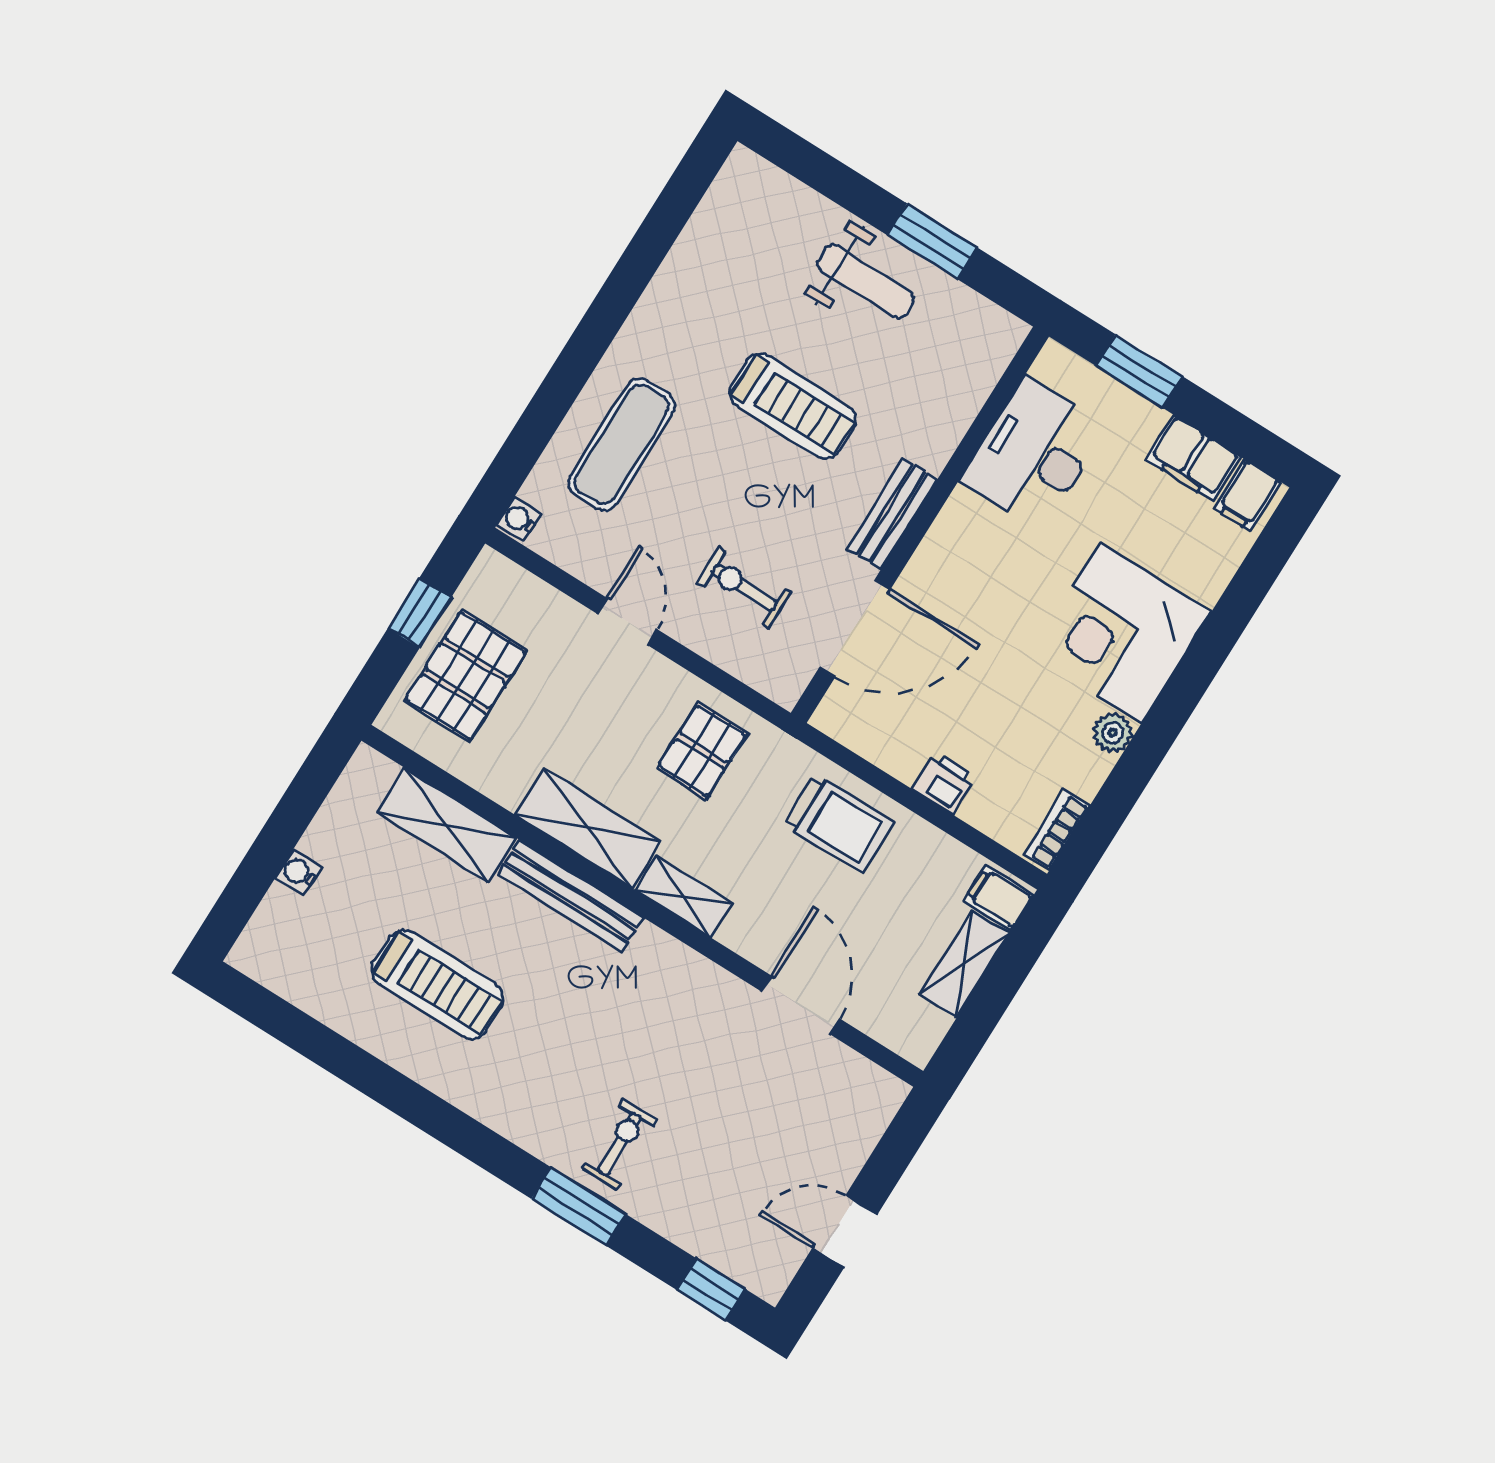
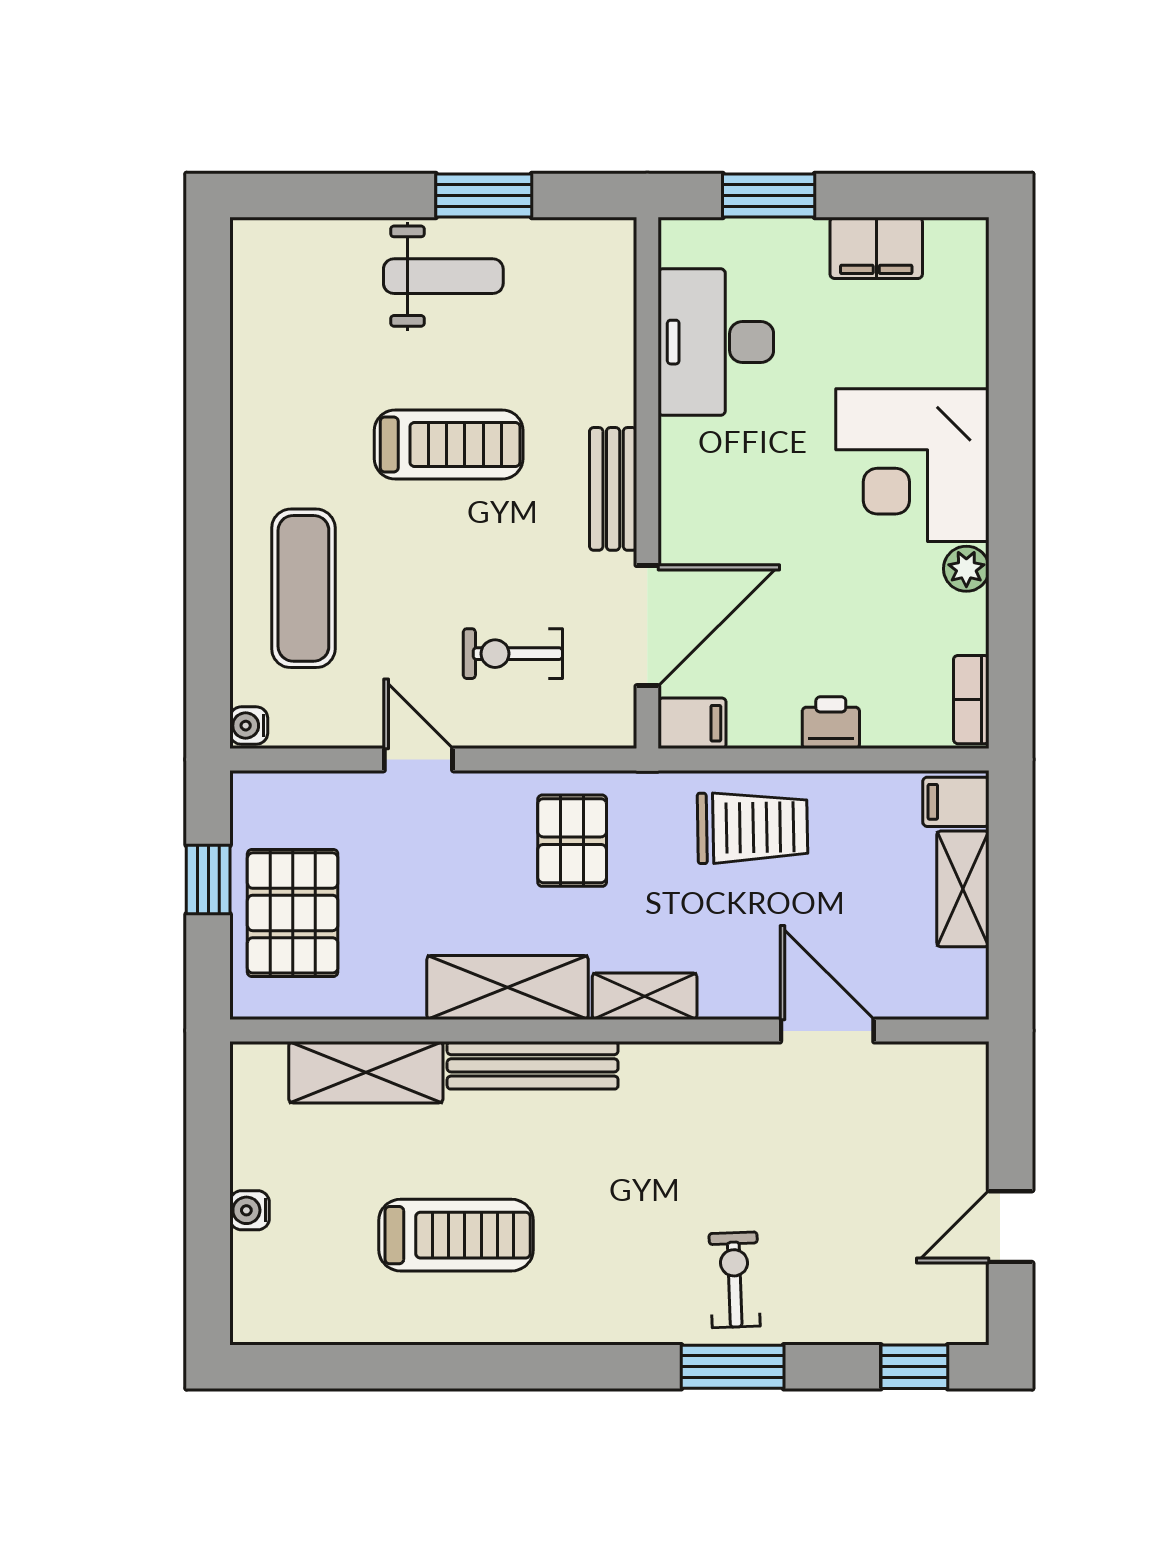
filing cabinet: (1247, 495) -> (692, 723), moved, turned -90

